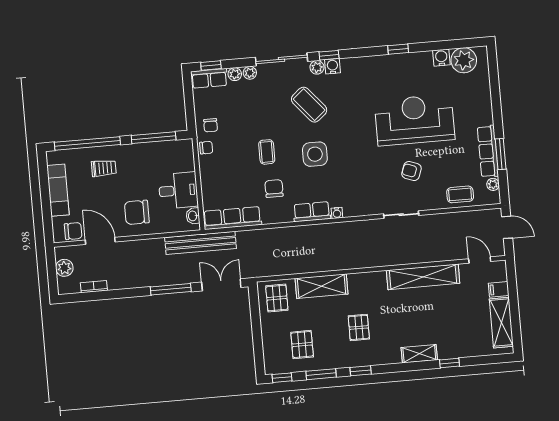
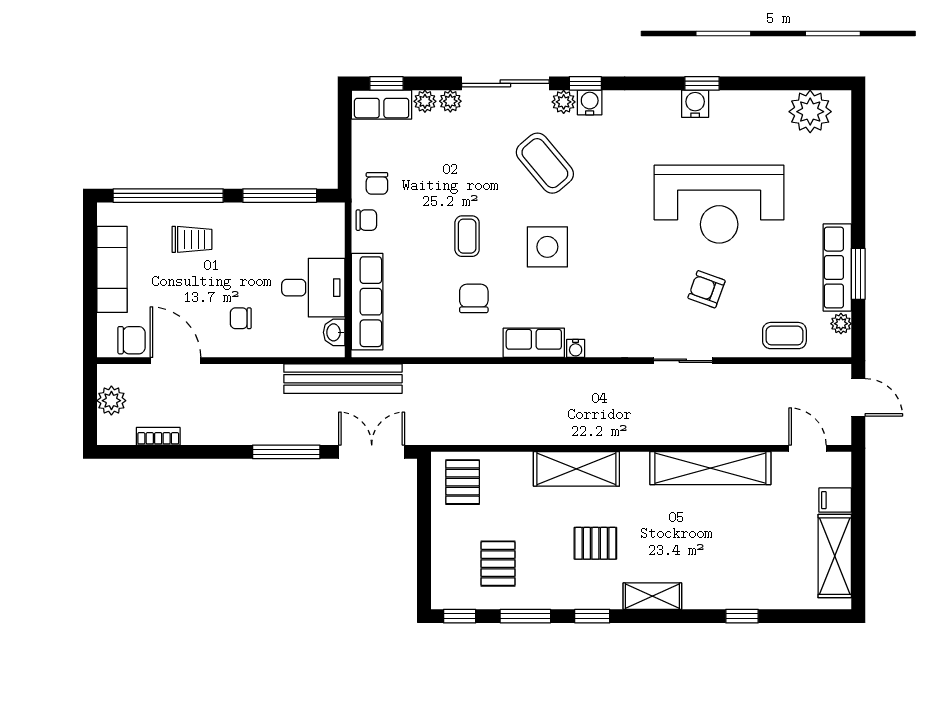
water cooler: (441, 58) -> (695, 104), moved
reception desk: (415, 120) -> (719, 204), turned 180
chair: (137, 212) -> (241, 318), width x0.54, depth x0.54
row of seats: (232, 218) -> (367, 302), moved, turned 90
shelving: (321, 286) -> (576, 469), moved
pallet: (359, 327) -> (595, 543), turned 90
shelving: (419, 354) -> (652, 596), moved

